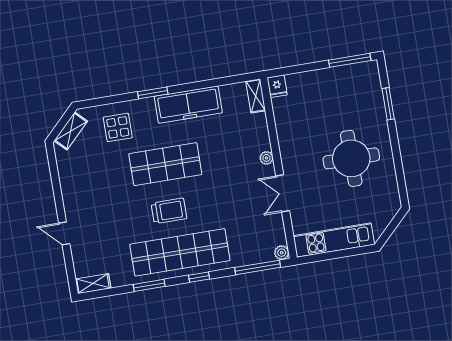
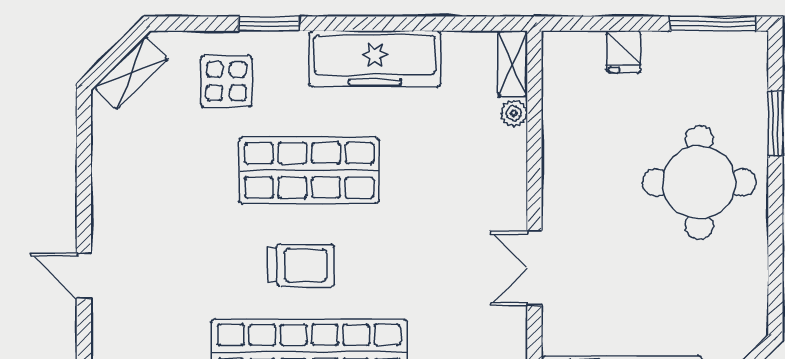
fridge: (277, 86) -> (623, 52), moved
window: (153, 93) -> (269, 24), moved
plant: (267, 158) -> (514, 113), moved
round table: (351, 158) -> (699, 182), moved

